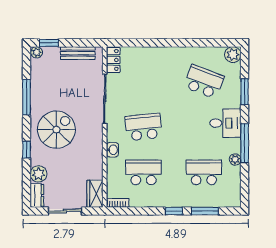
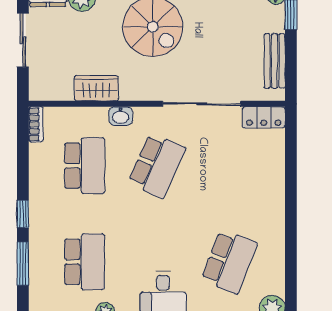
school desk: (144, 127) -> (157, 166), turned 30
wardrobe: (95, 194) -> (96, 88), moved

